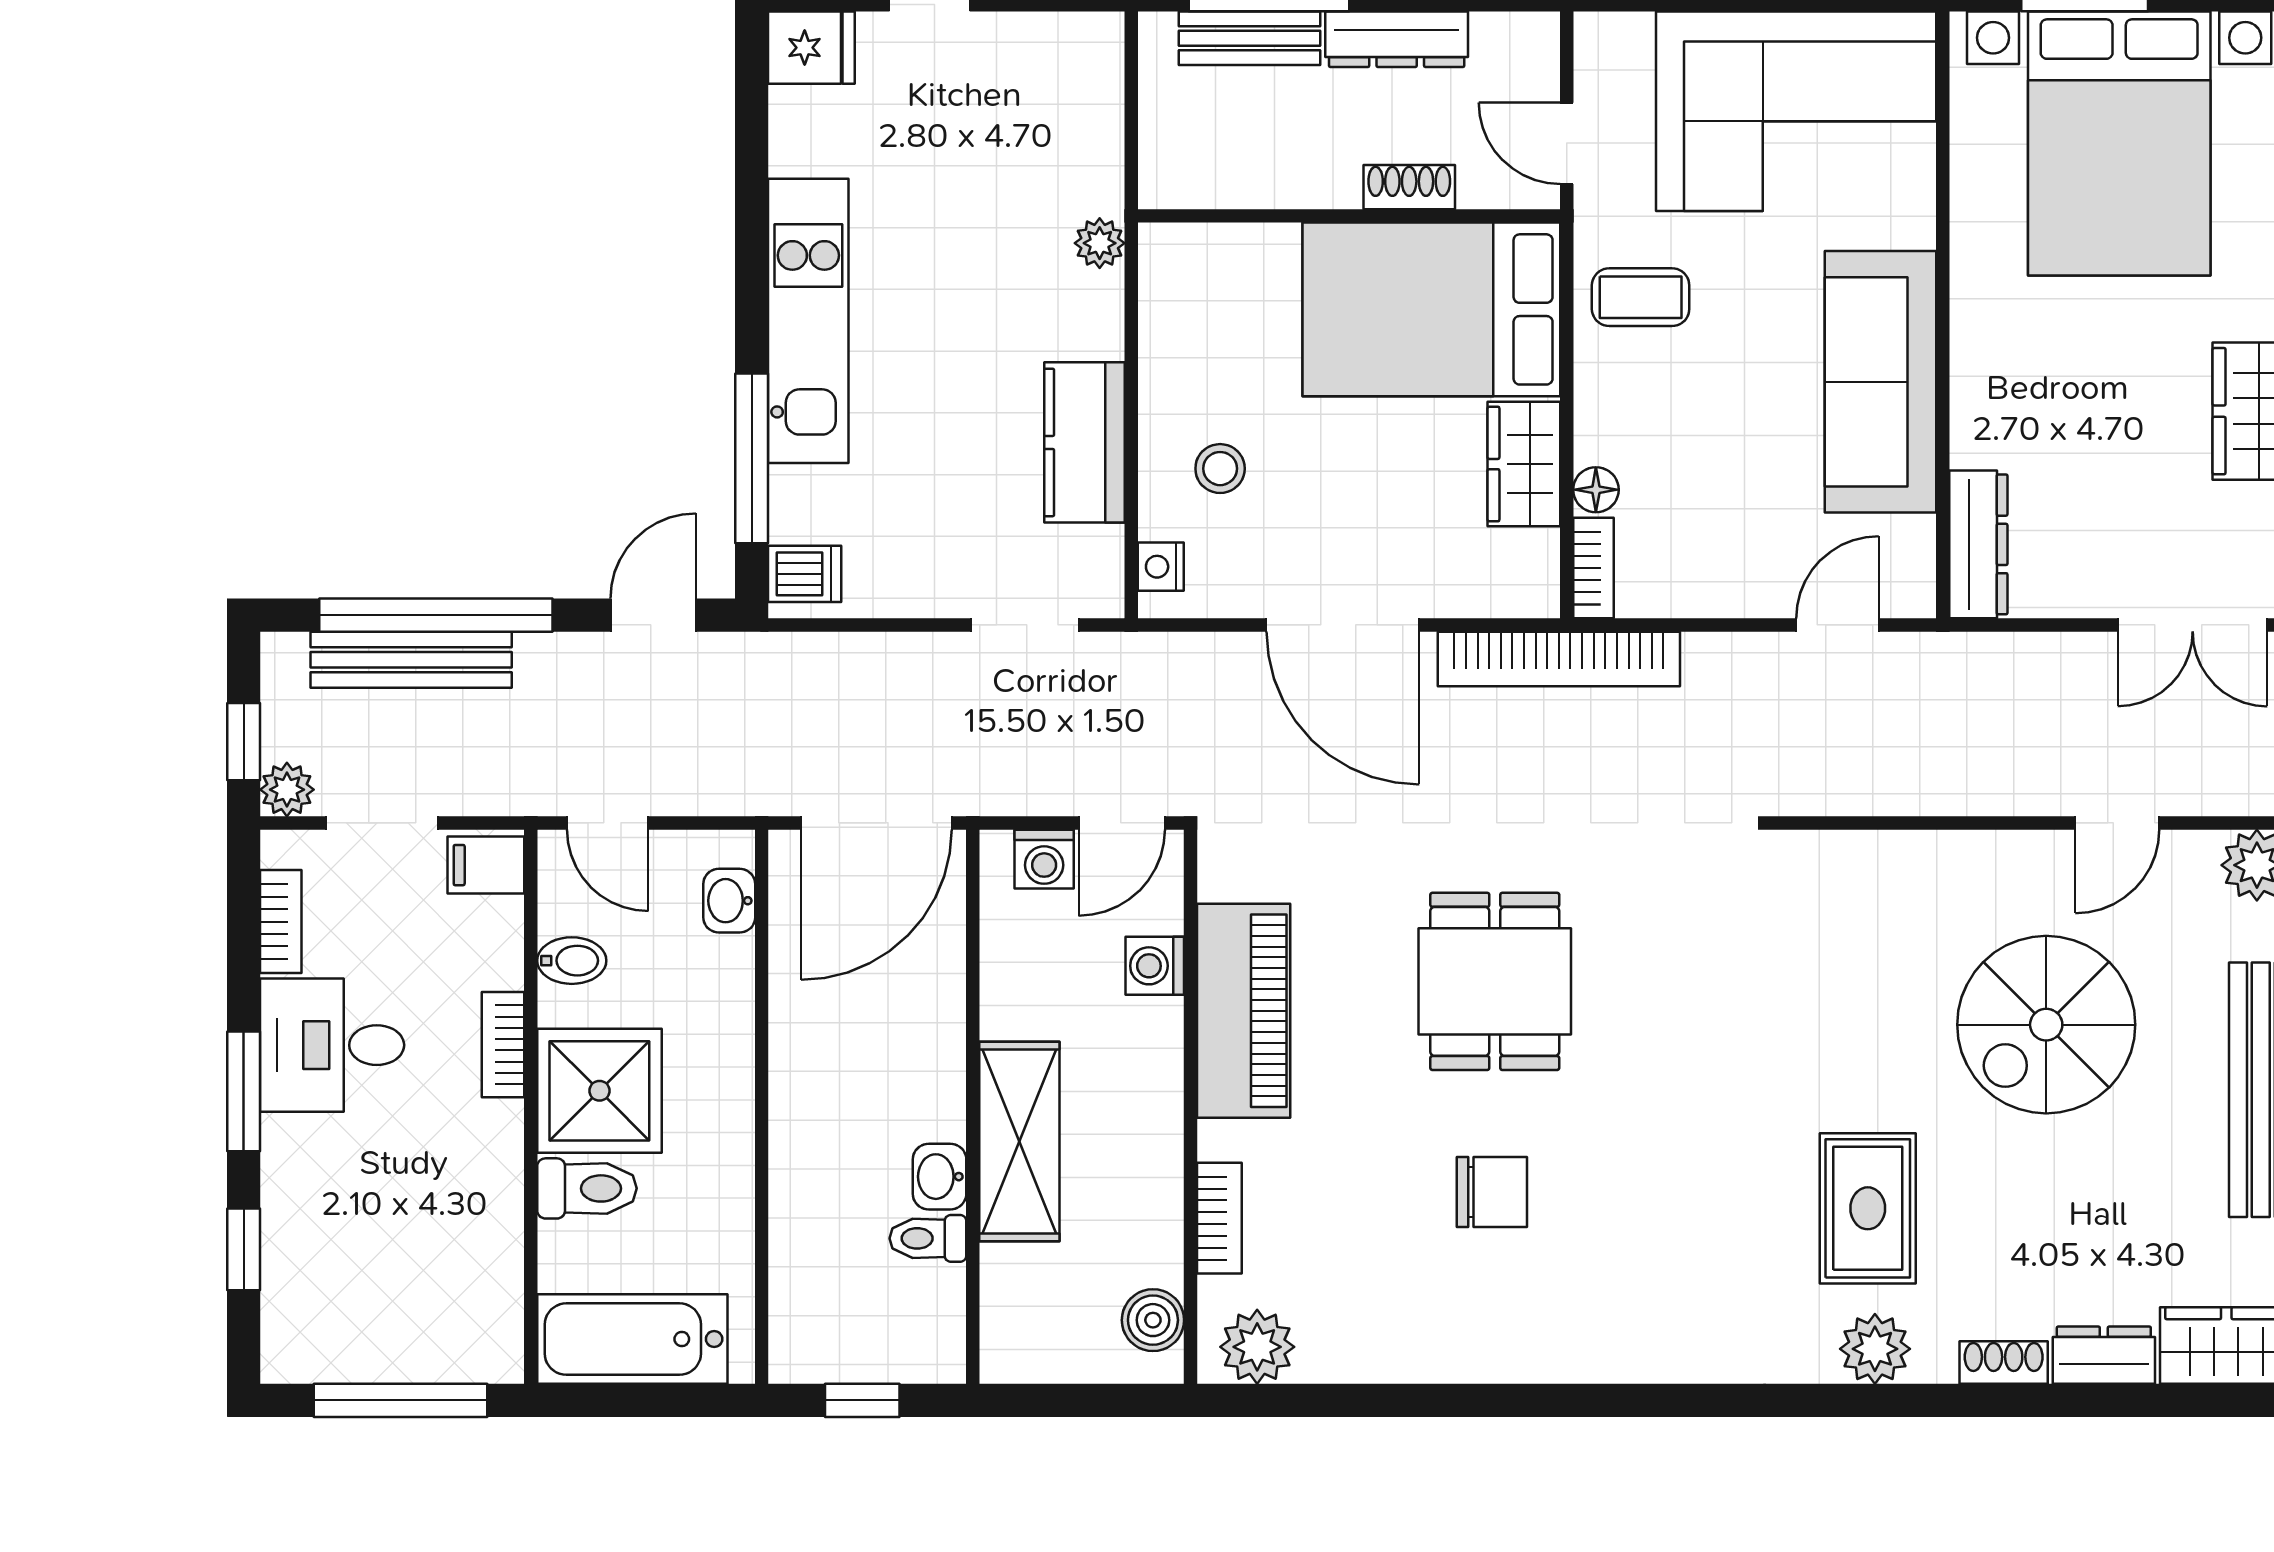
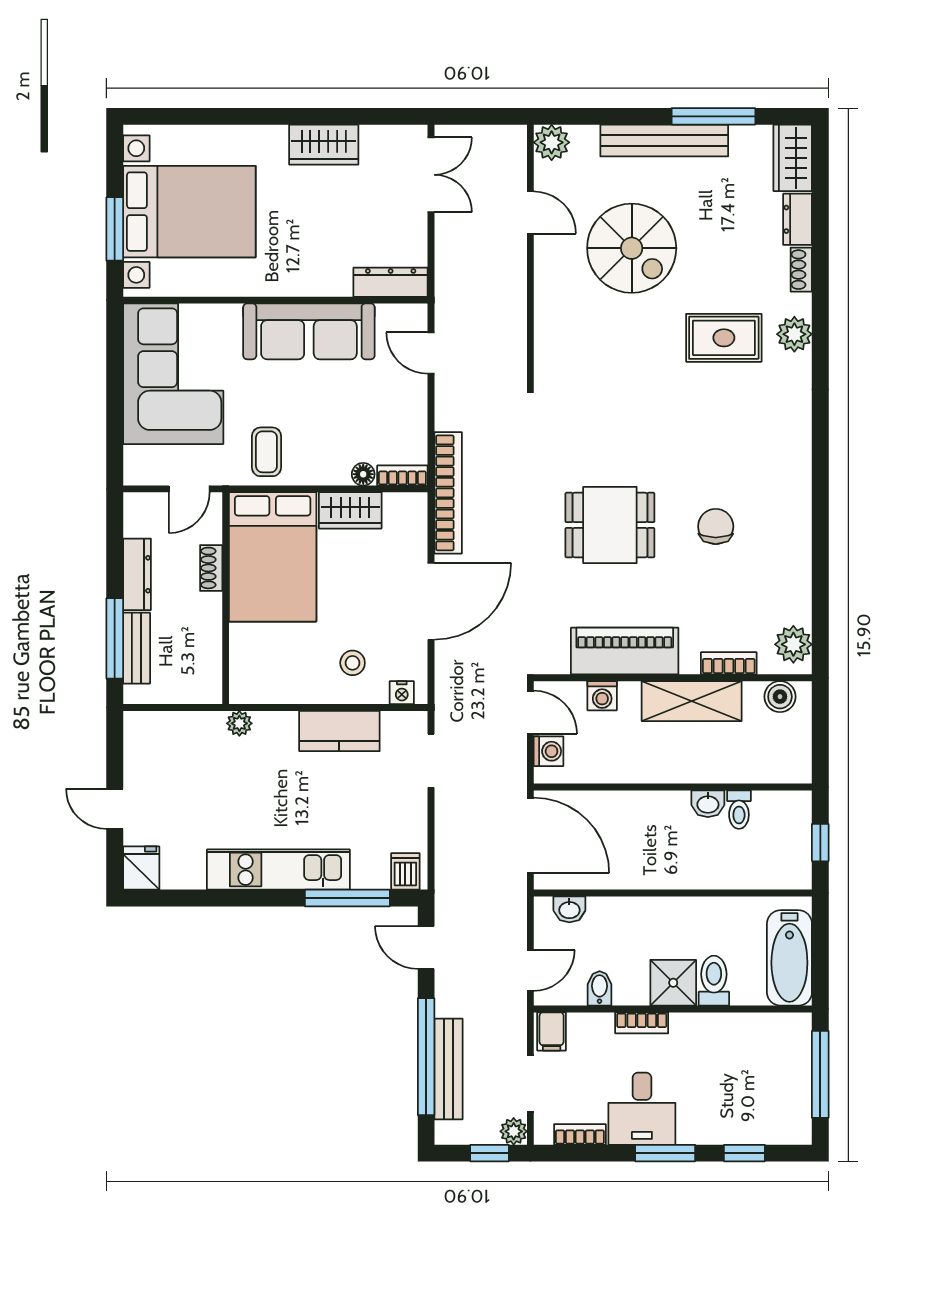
shower: (599, 1091) -> (673, 983), width x0.73, depth x0.73
shelving: (1019, 1141) -> (692, 701), moved

